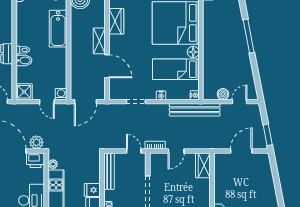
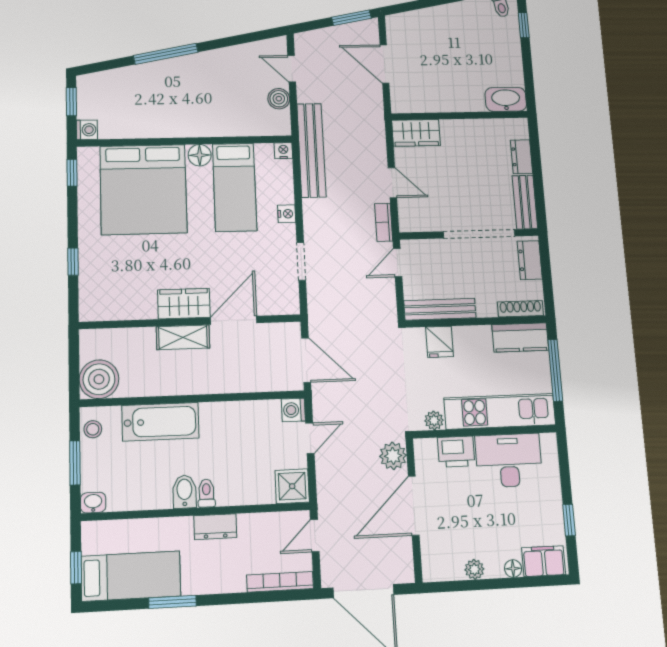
wardrobe: (116, 21) -> (184, 304), moved
bidet: (24, 60) -> (184, 492), moved
printer: (36, 160) -> (456, 452), moved, turned 90
fridge: (92, 190) -> (439, 342), moved

